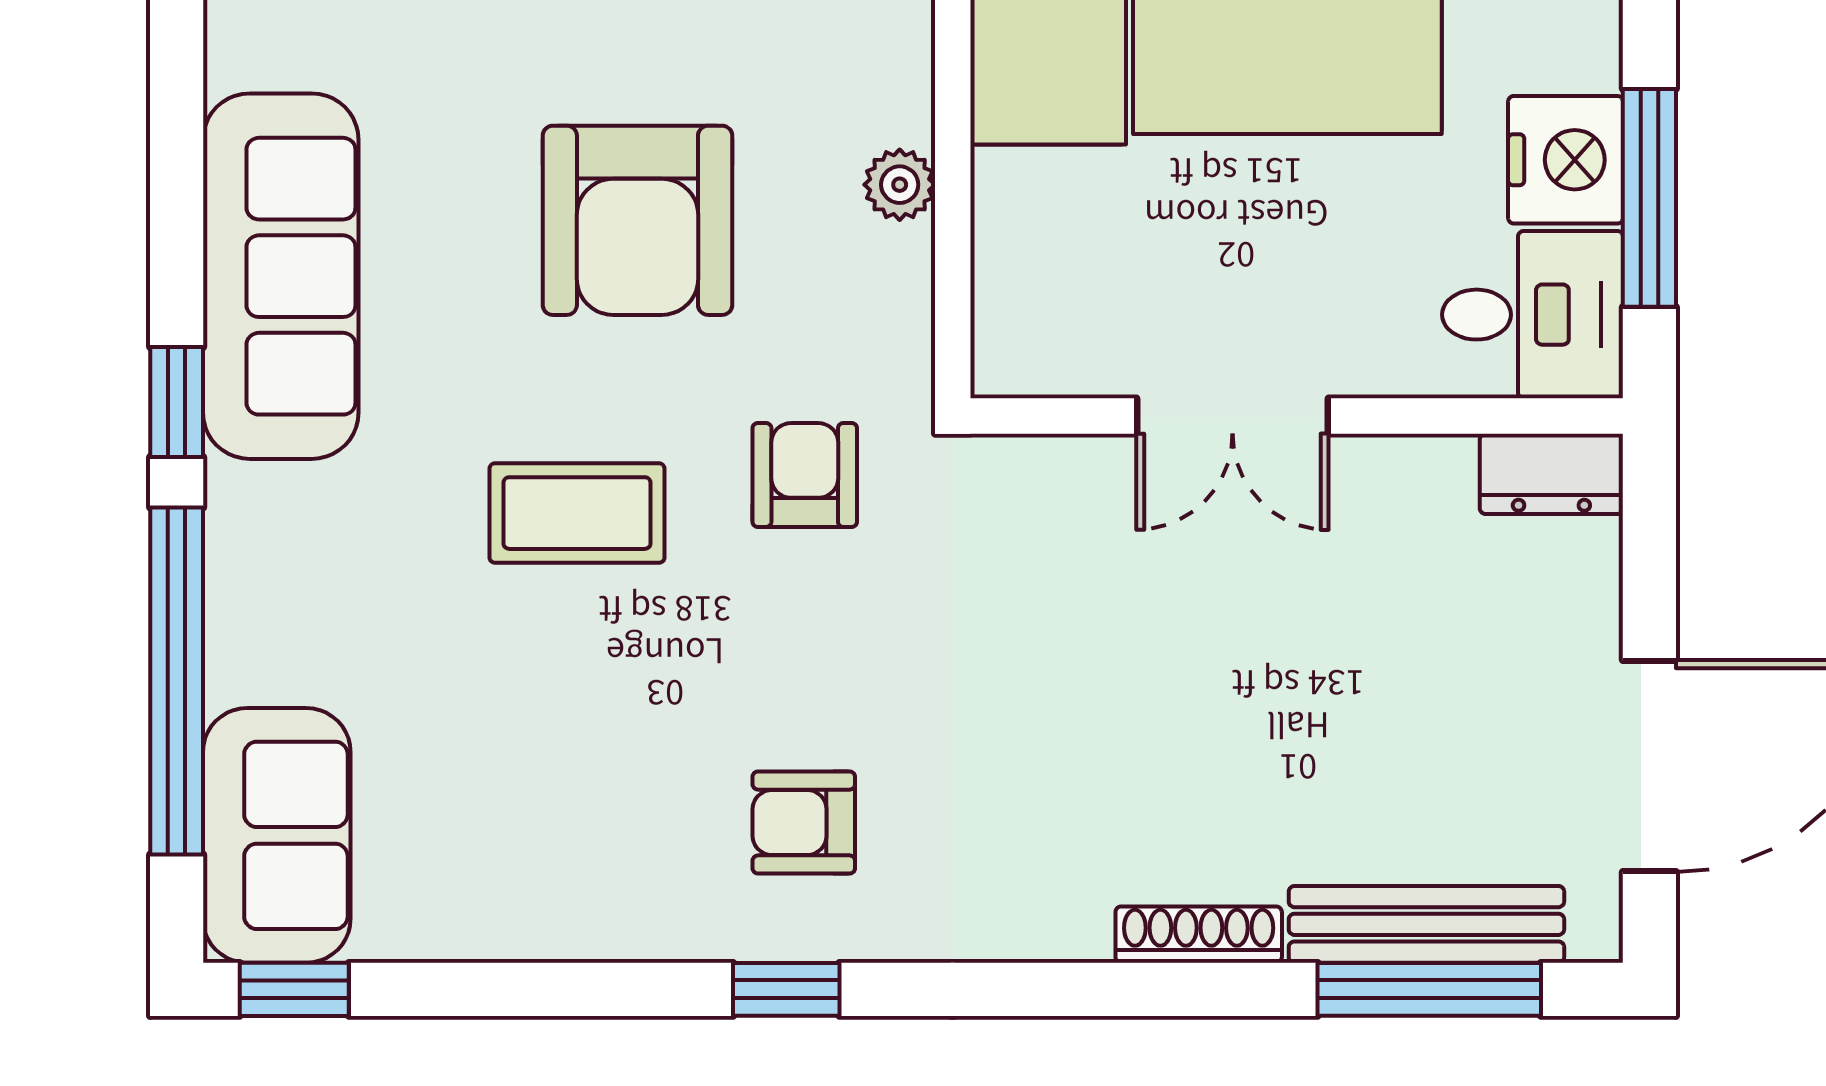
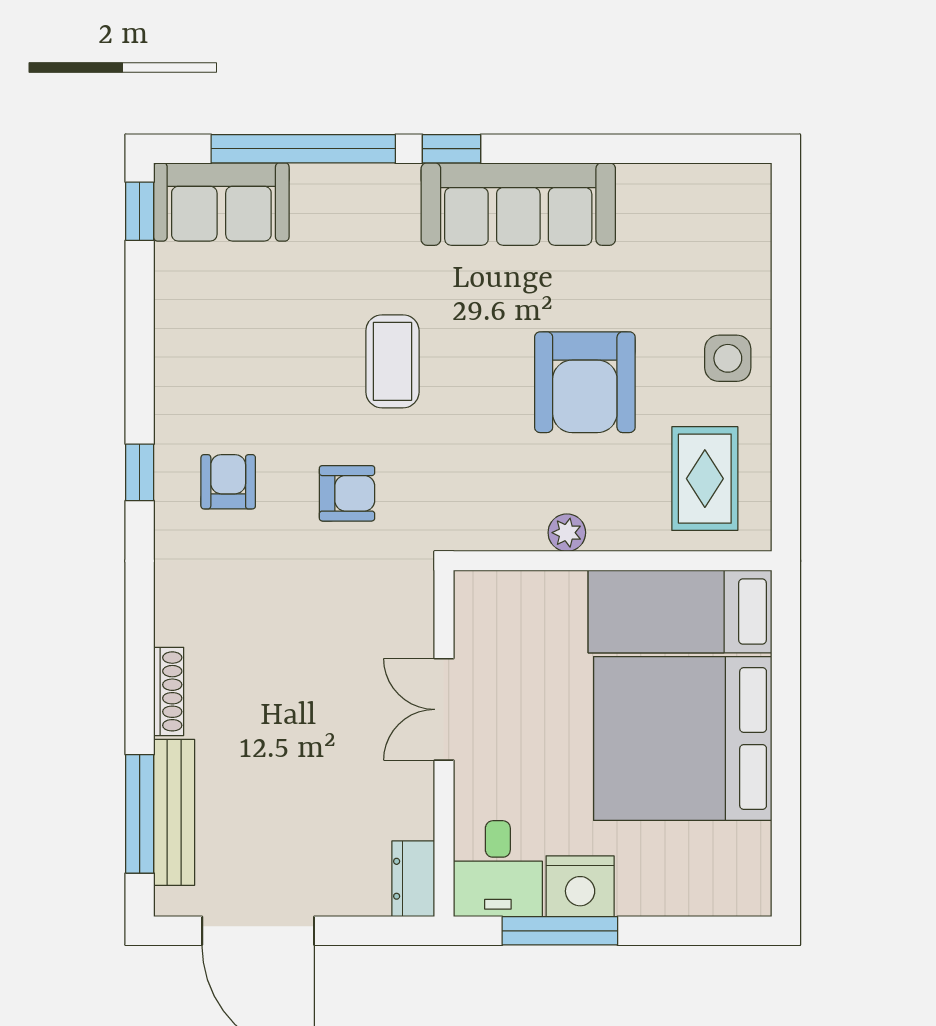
armchair: (637, 220) -> (585, 382), moved, turned -90
armchair: (805, 475) -> (347, 493), moved

